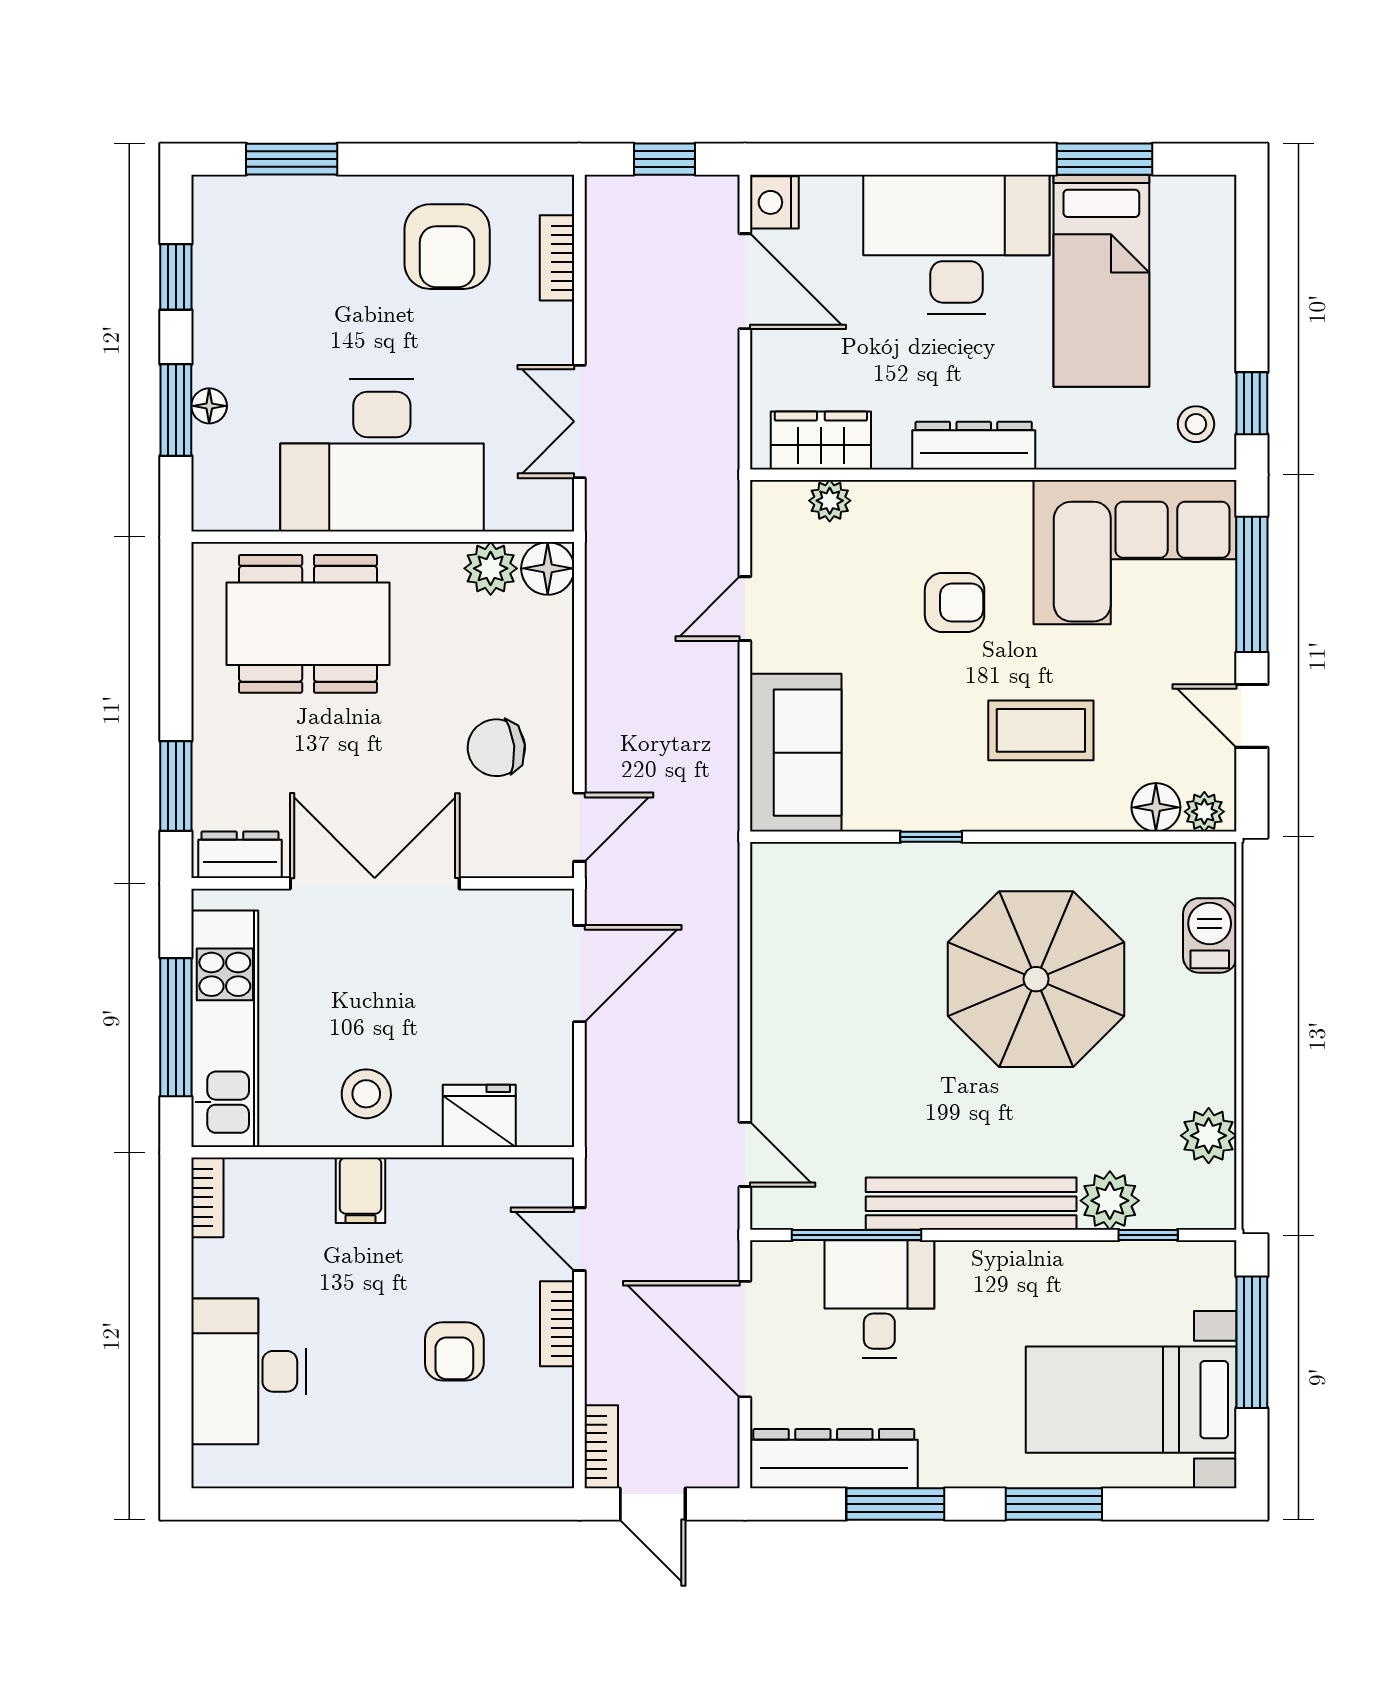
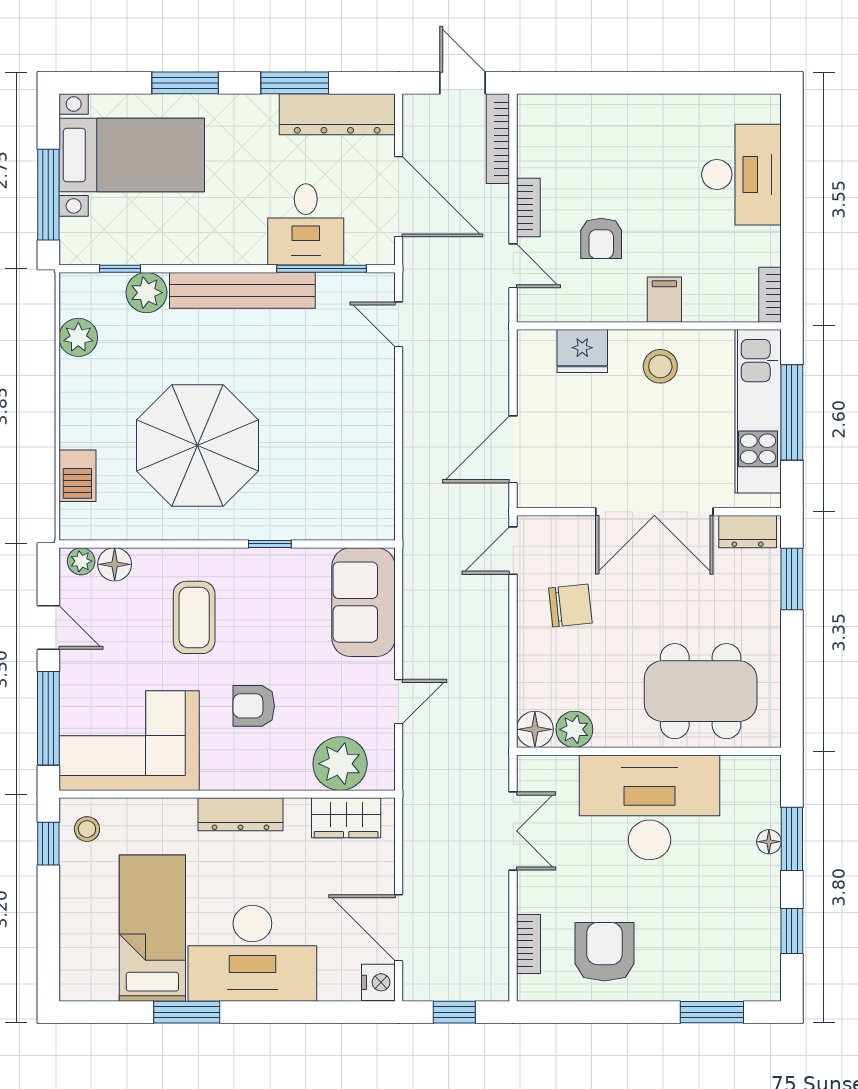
window: (1105, 159) -> (187, 1012), moved
plant: (830, 501) -> (340, 764), width x1.87, depth x1.87
coffee table: (1041, 730) -> (194, 617), turned 90
armchair: (454, 1351) -> (601, 238), moved, turned 180
bookcase: (601, 1447) -> (498, 139), width x1.56

